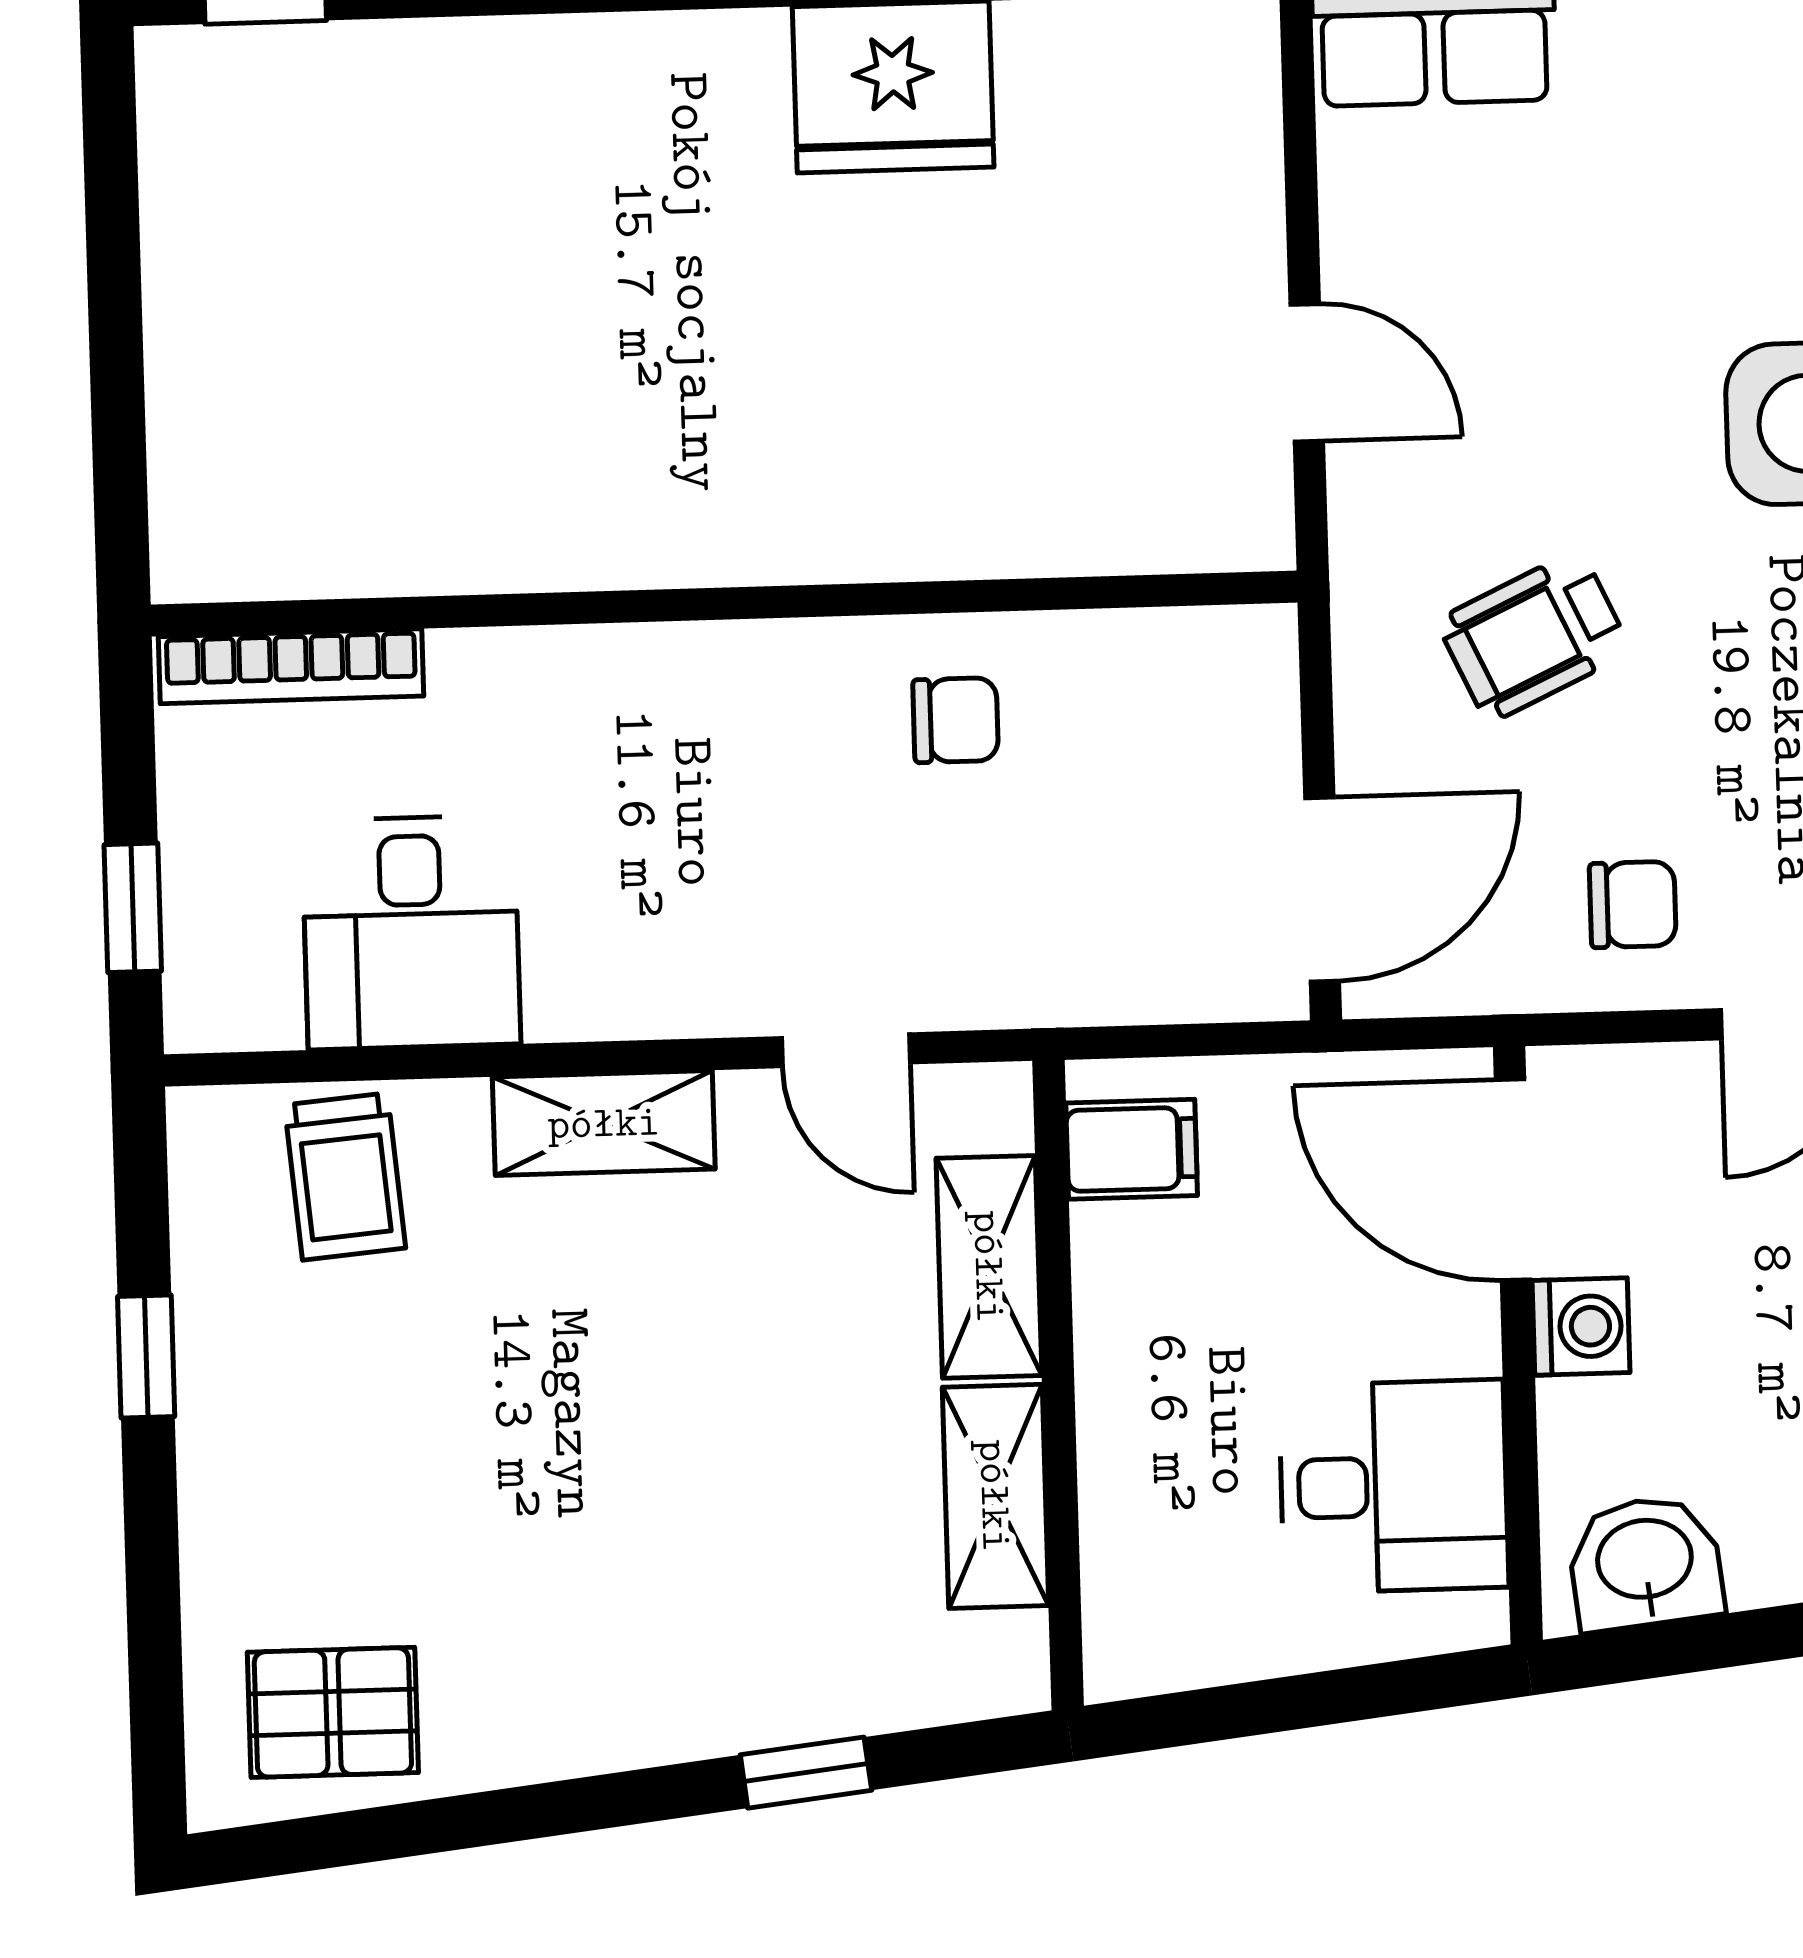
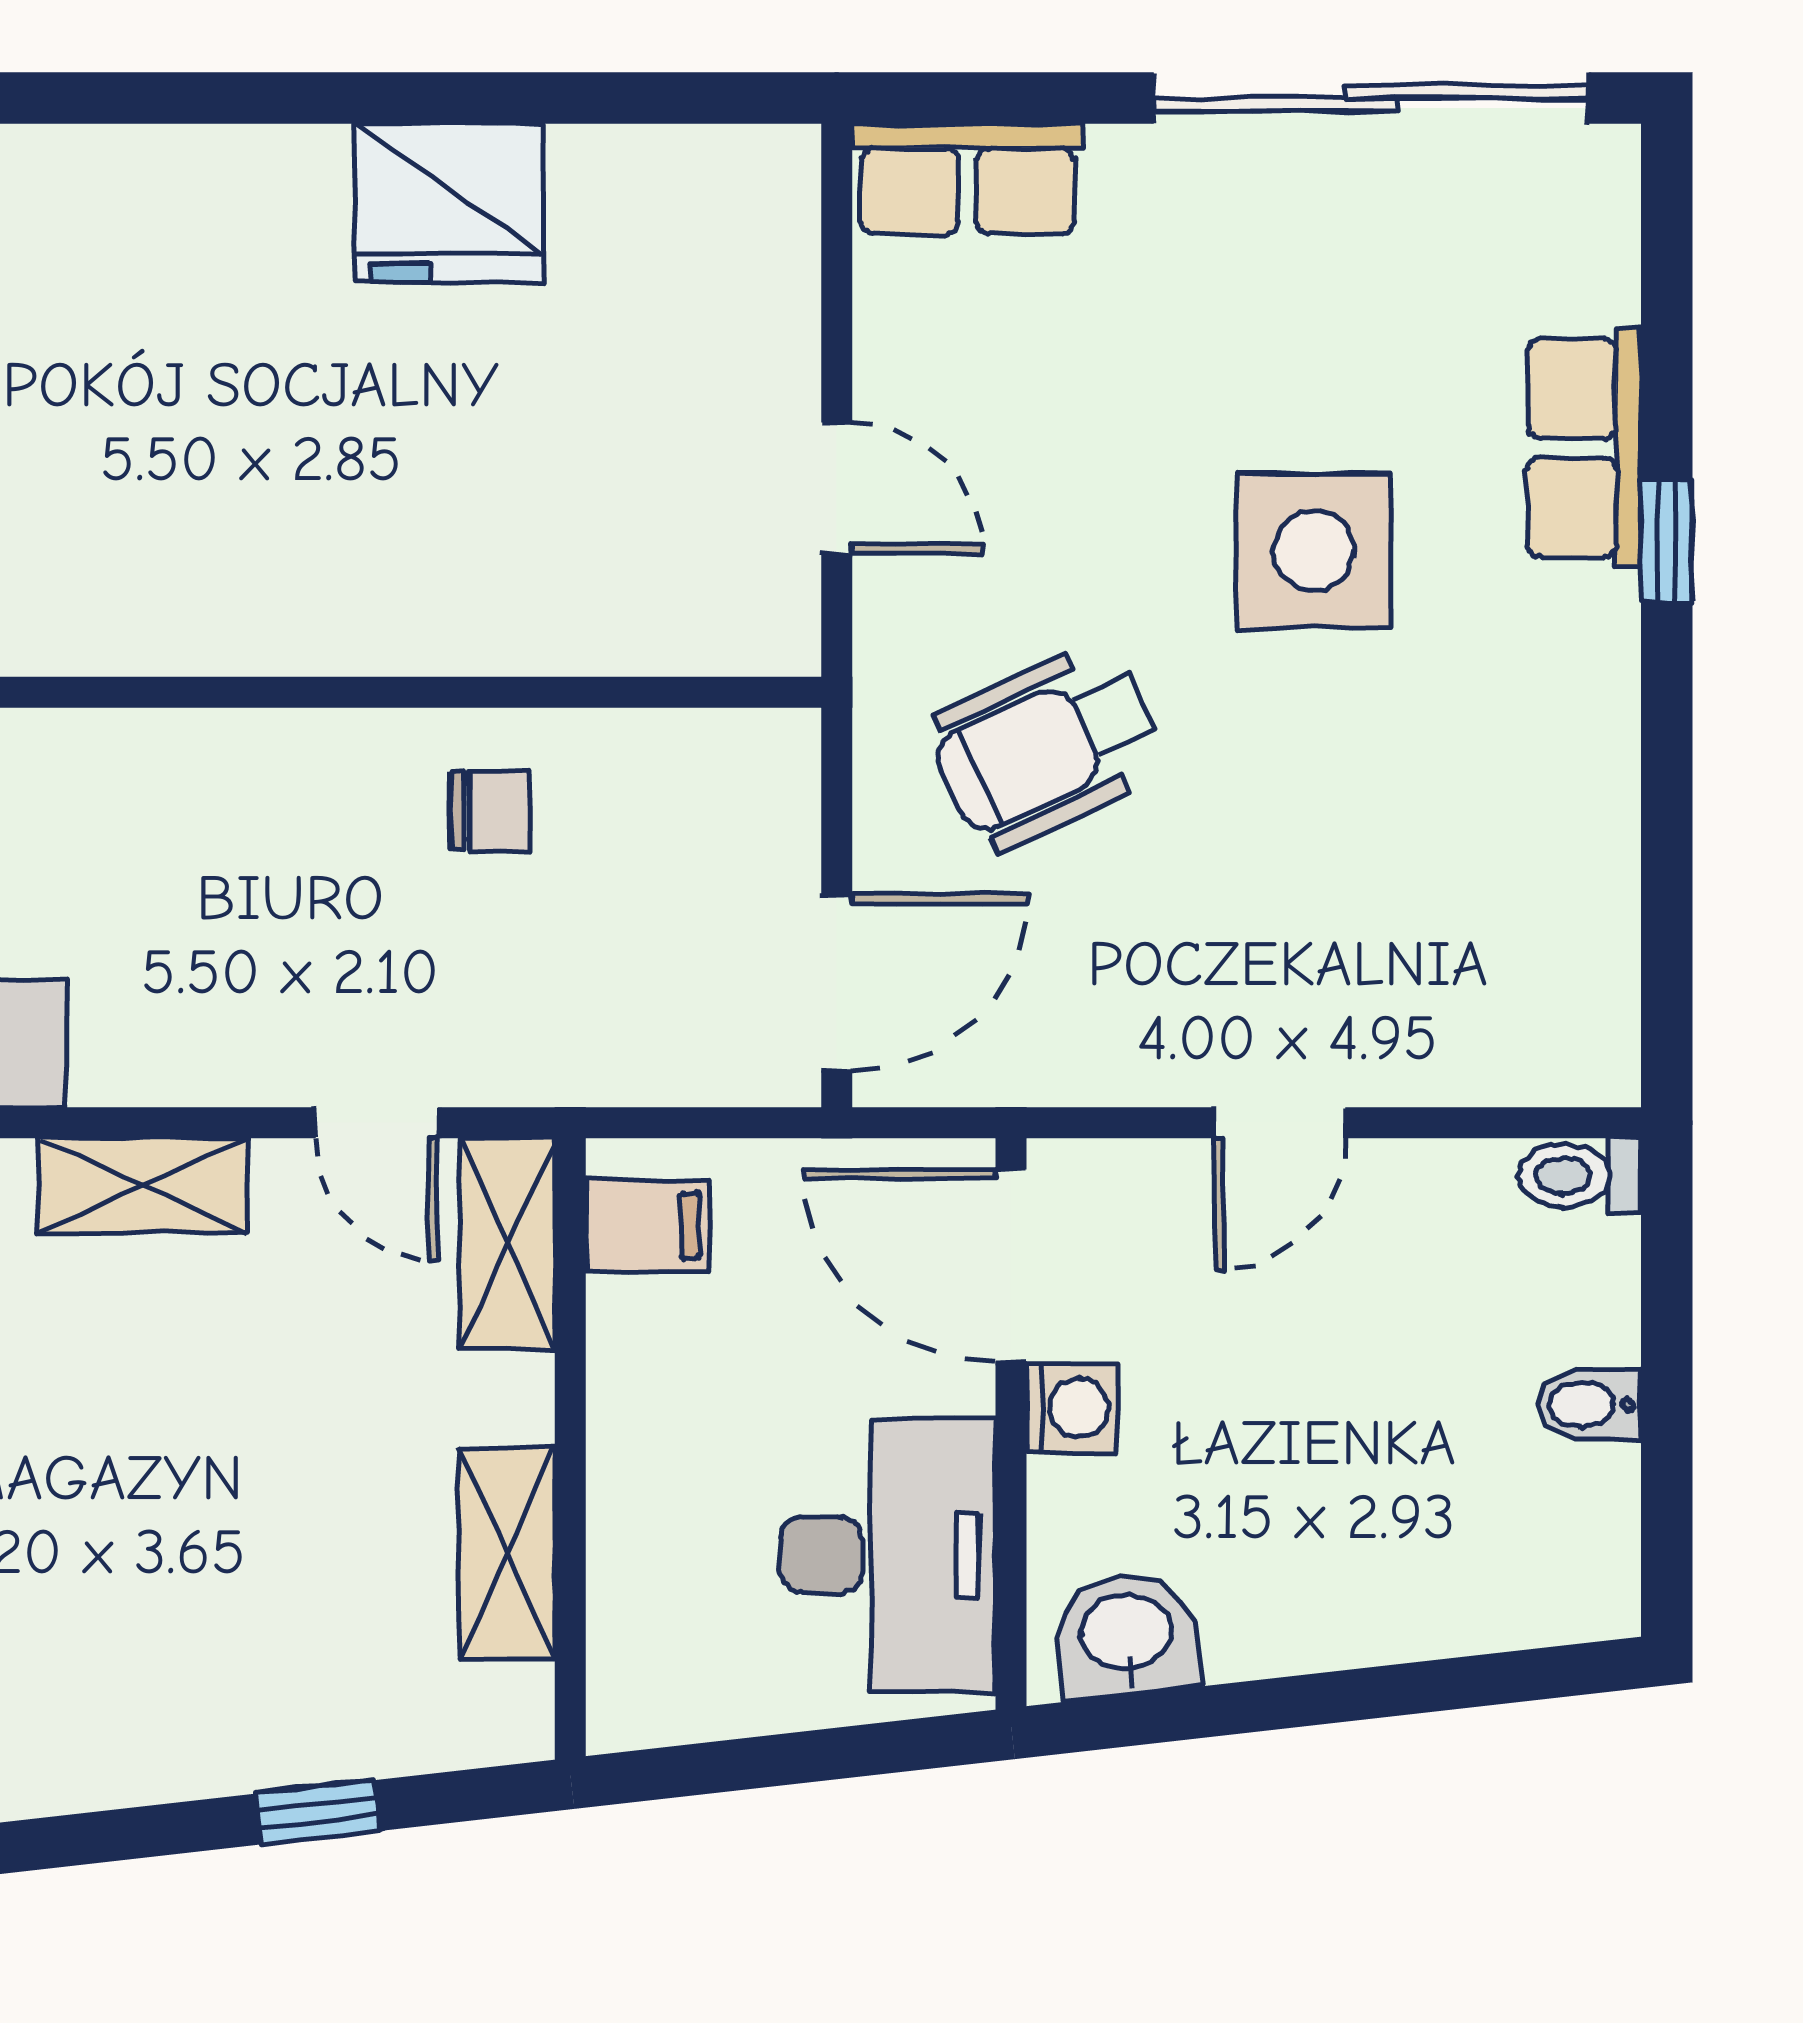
wheelchair: (1534, 636) -> (1046, 746), width x1.36, depth x1.37
chair: (1633, 905) -> (1133, 1006), removed
shelving: (989, 1267) -> (507, 1243), moved
desk: (1394, 1486) -> (888, 1555), width x1.37

